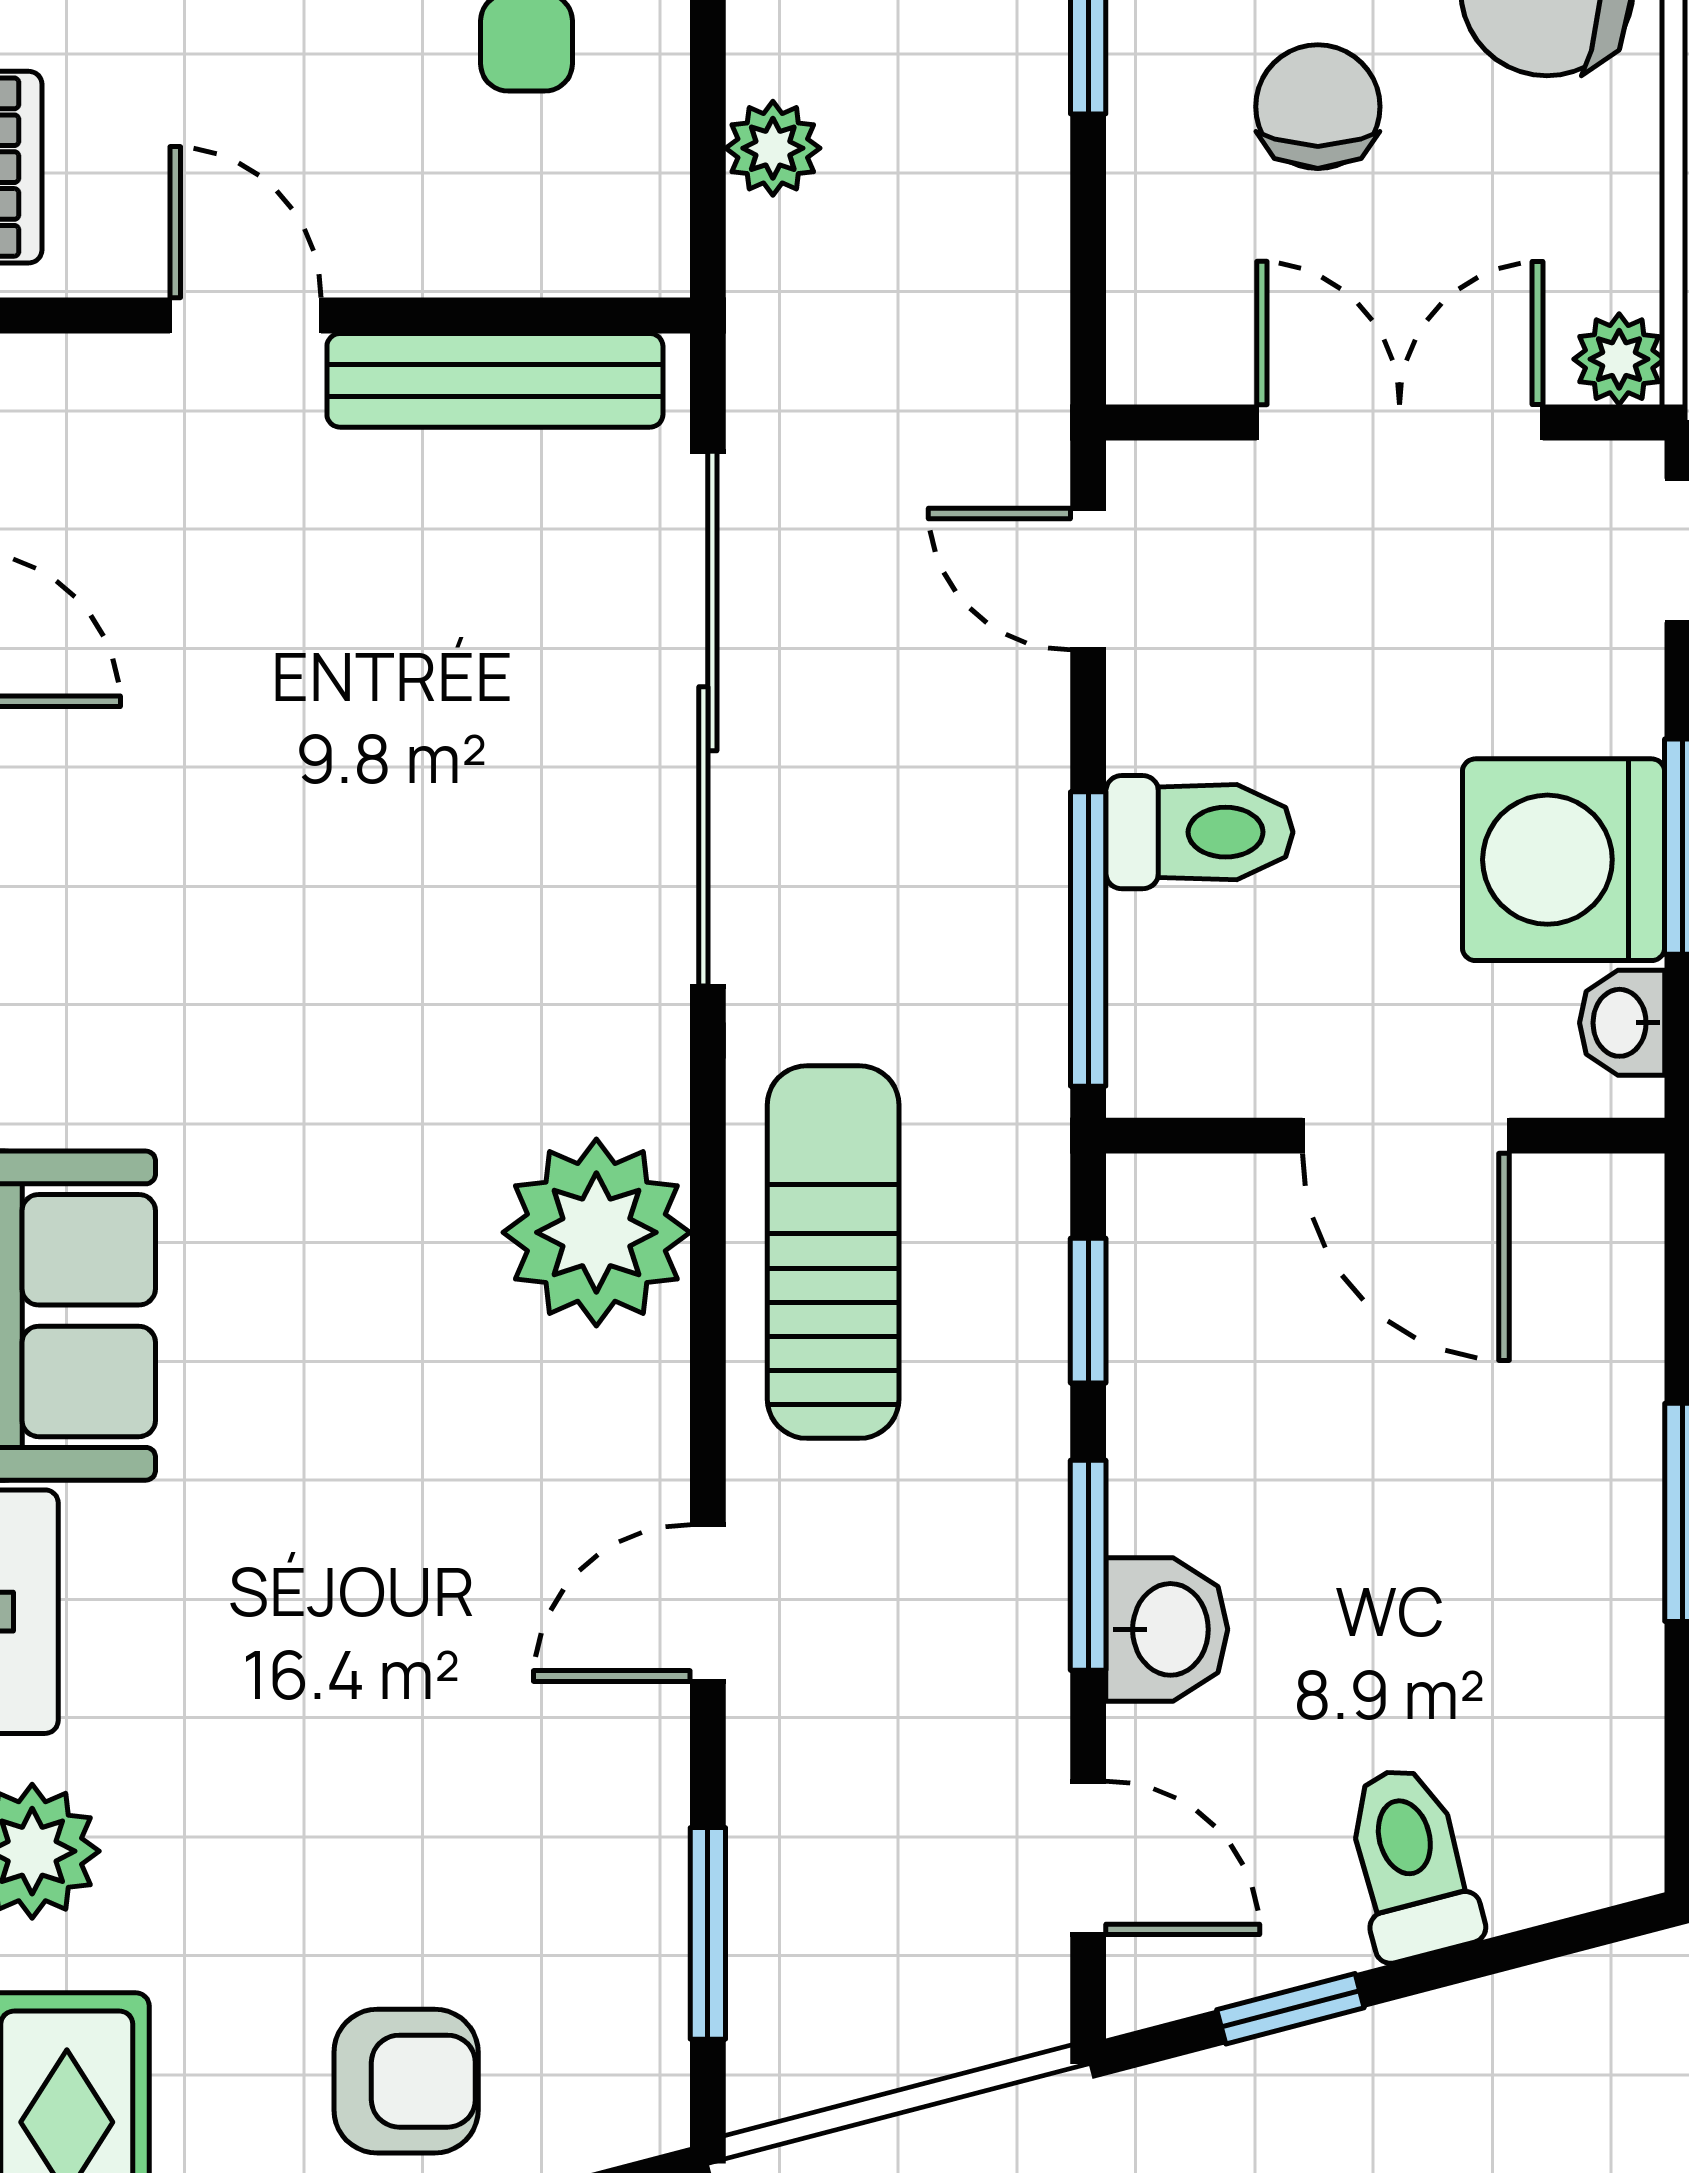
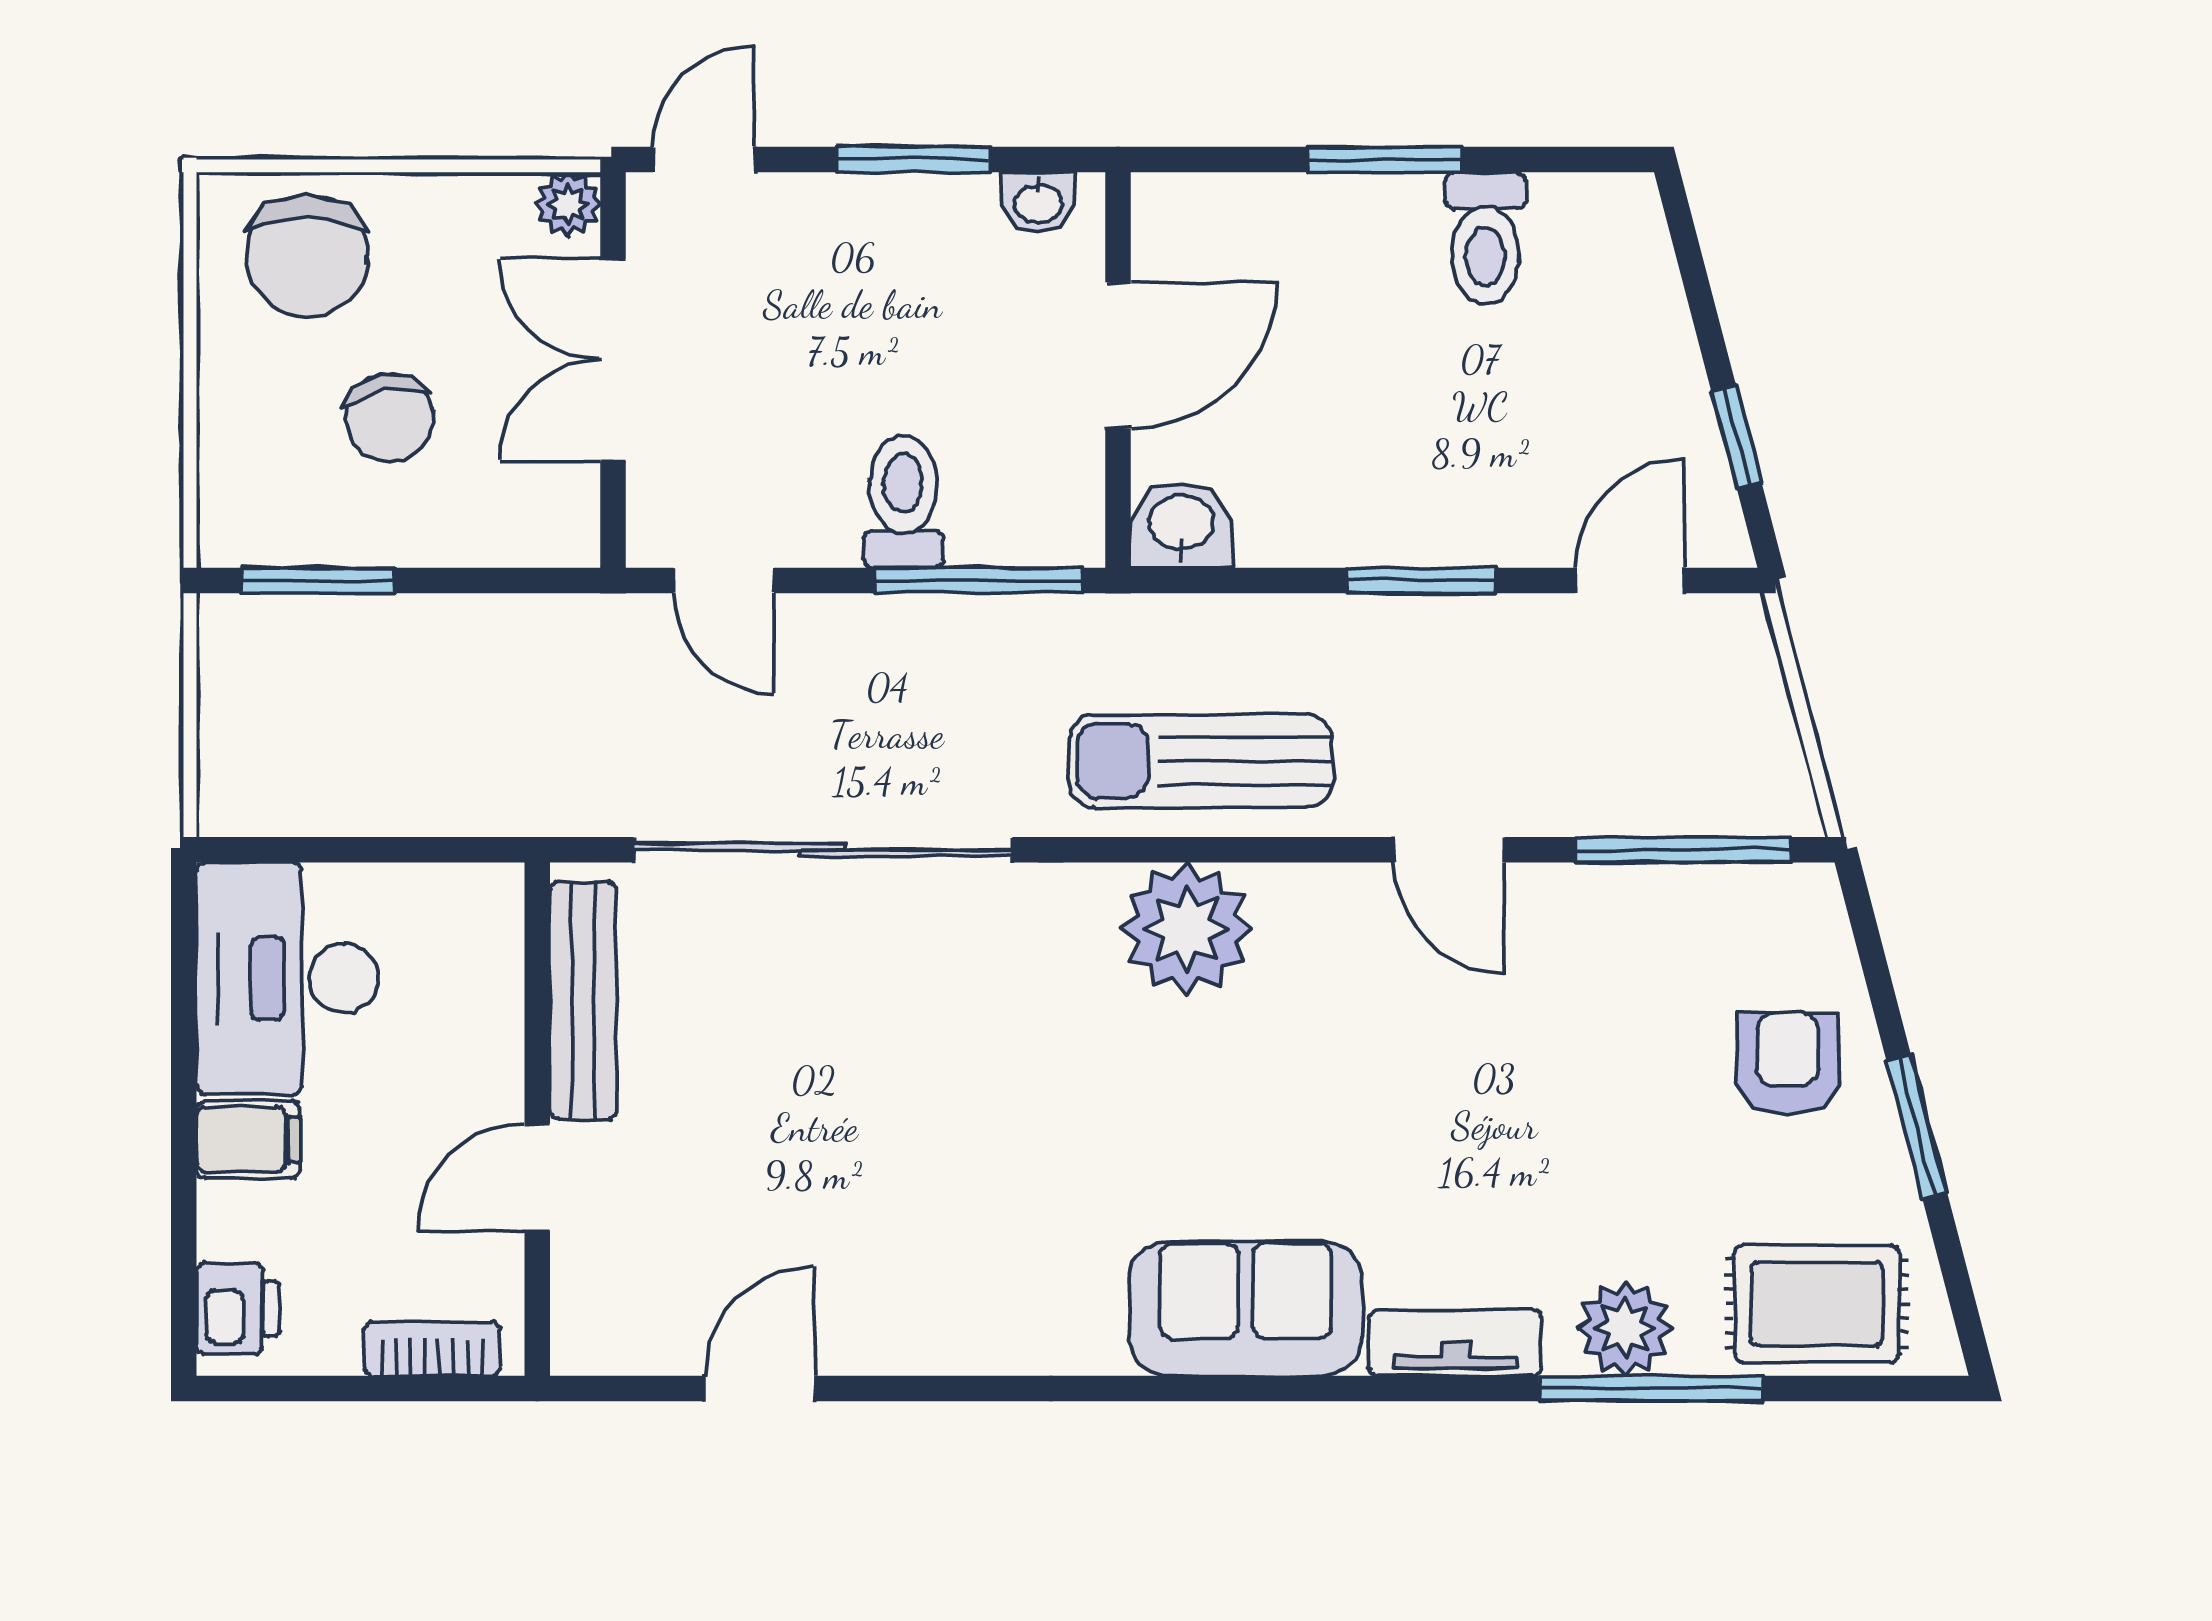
chair: (1318, 107) -> (389, 418), turned -101
plant: (773, 148) -> (419, 804), removed
door: (1088, 579) -> (724, 580), hinge flipped
washing machine: (1564, 860) -> (923, 244), removed
window: (1088, 1311) -> (1242, 580), removed
washbasin: (1167, 1629) -> (1182, 525), moved
toilet: (1411, 1863) -> (1485, 238), moved, turned -75
window: (708, 1933) -> (1683, 850), width x1.44

